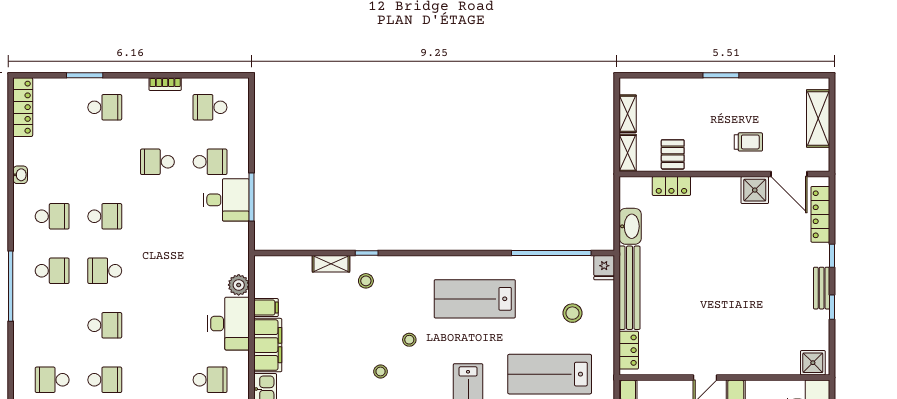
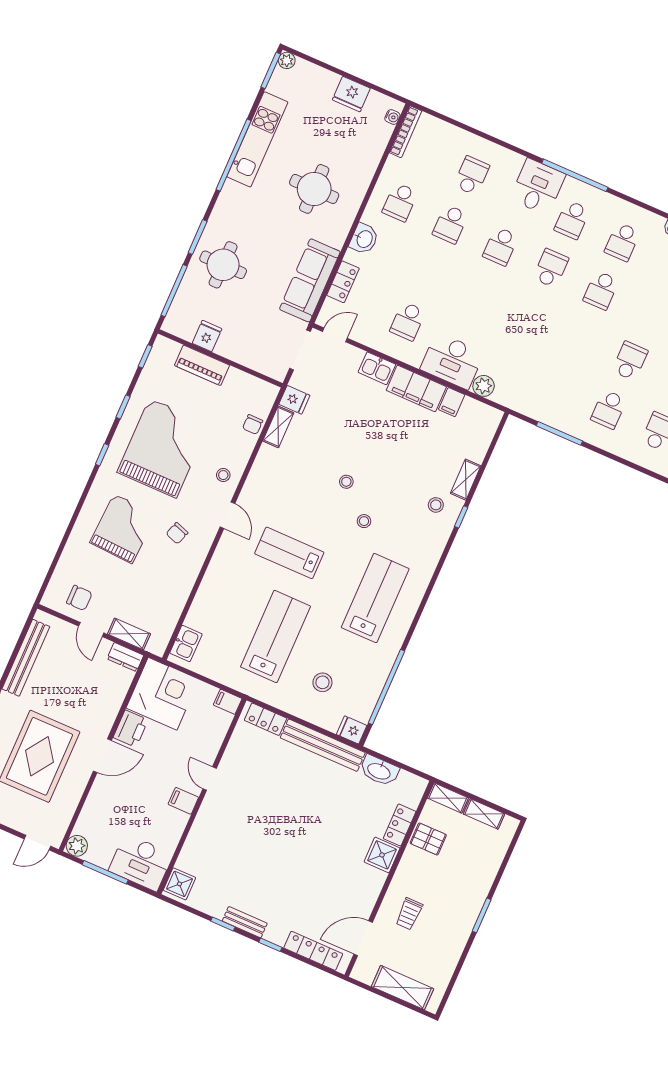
shower: (755, 190) -> (382, 855), moved
desk: (226, 200) -> (538, 187), moved, turned 180

